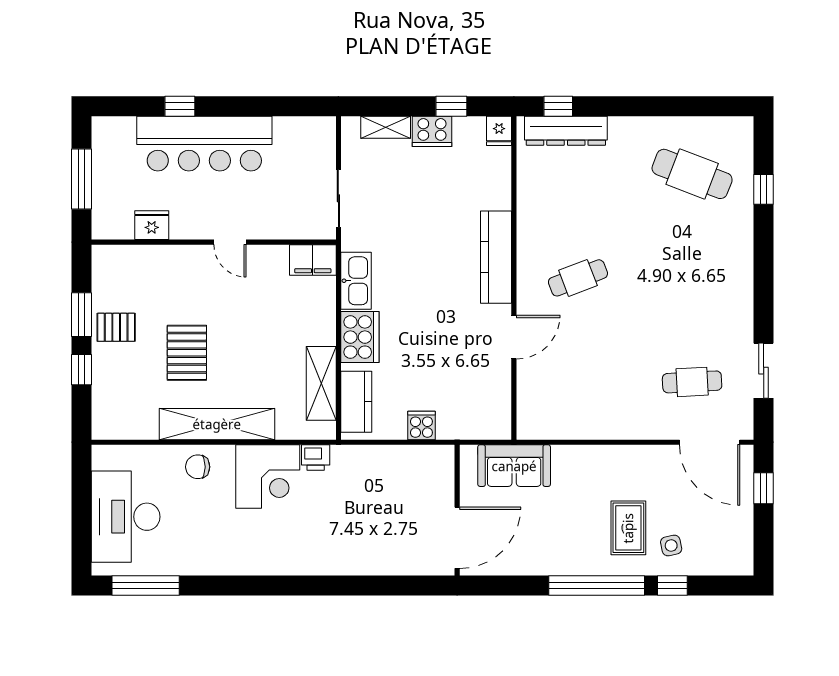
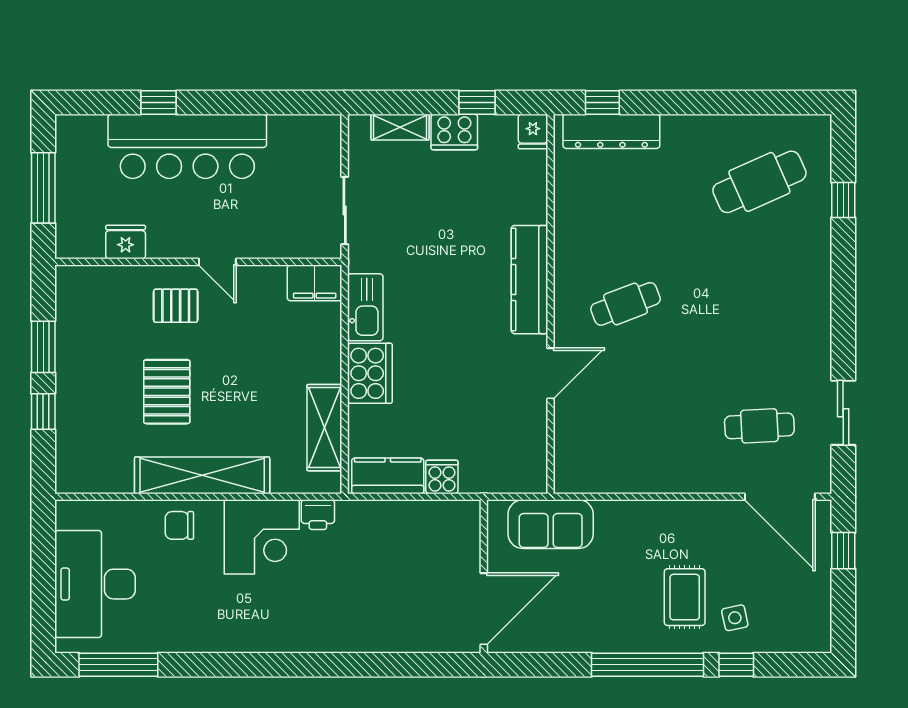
cafe table: (692, 174) -> (759, 182), turned -45
pallet: (116, 327) -> (176, 306), moved
kitchen counter: (356, 402) -> (388, 476), moved, turned -90

